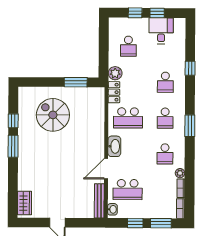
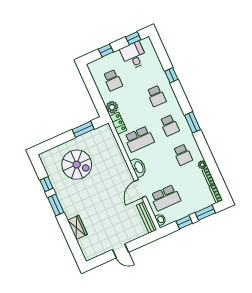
window: (157, 13) -> (133, 38), moved
spiral stairs: (53, 115) -> (77, 165), turned 180
wardrobe: (24, 203) -> (77, 227), moved

